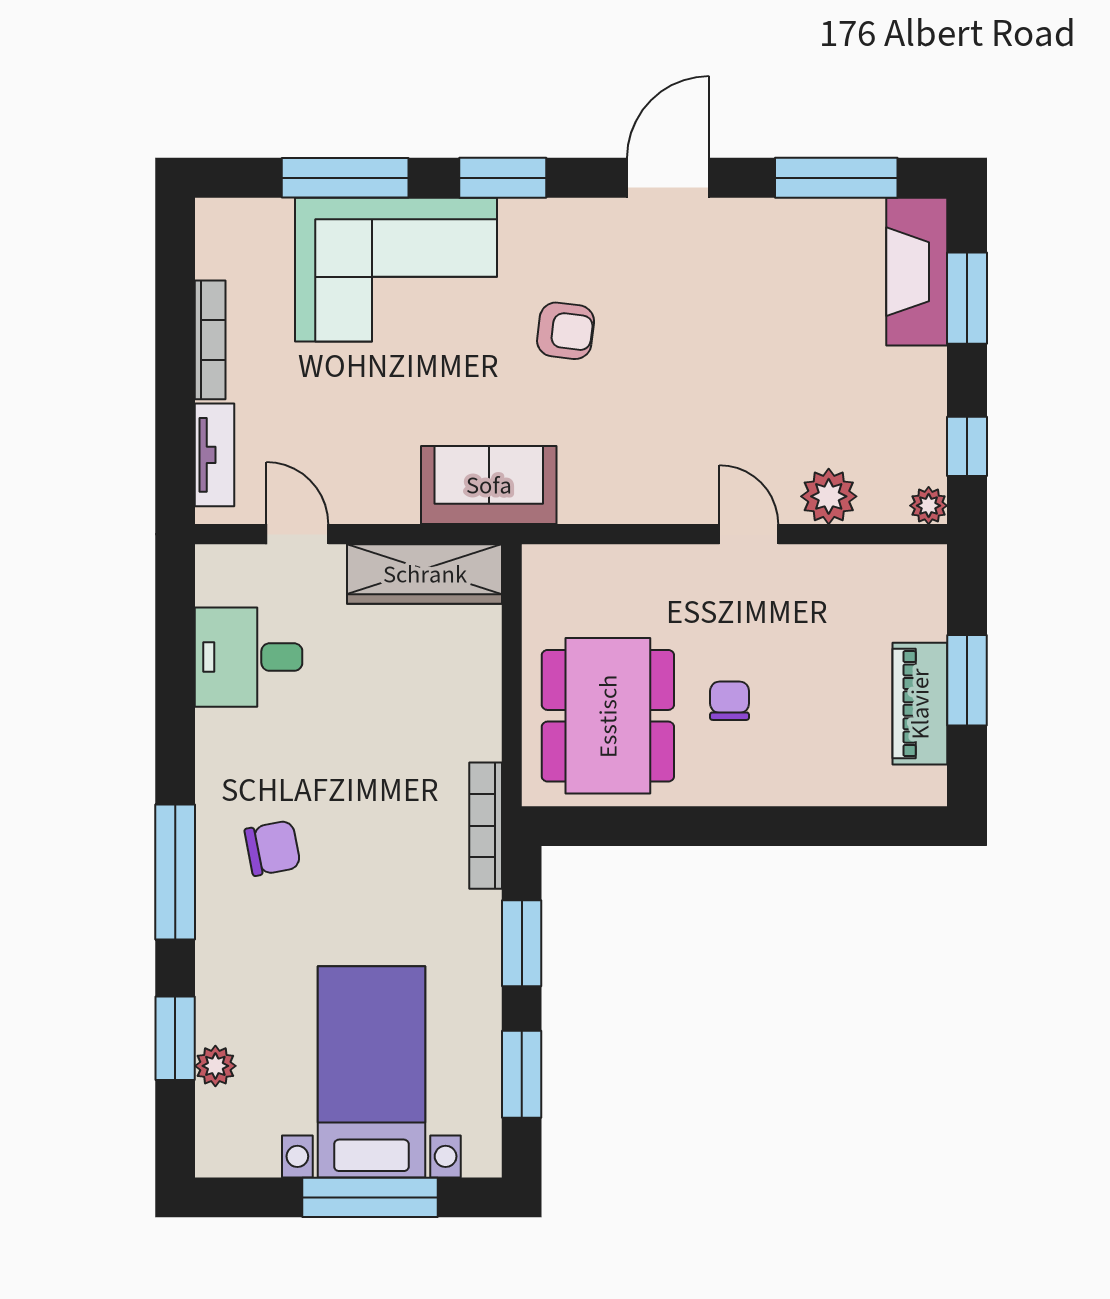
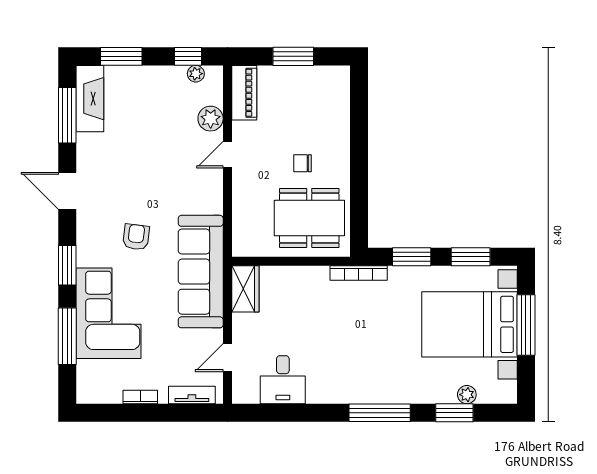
fireplace: (917, 272) -> (90, 99), moved, turned -90
bookcase: (210, 340) -> (140, 397), width x0.64
sofa: (489, 485) -> (201, 272), width x1.85, depth x1.27
plant: (929, 506) -> (196, 74), moved
wardrobe: (425, 574) -> (245, 289), width x0.67
piano: (920, 704) -> (244, 93), moved, turned -90
chair: (273, 848) -> (369, 369), removed
bed with nightstands: (371, 1072) -> (469, 324), width x1.36

